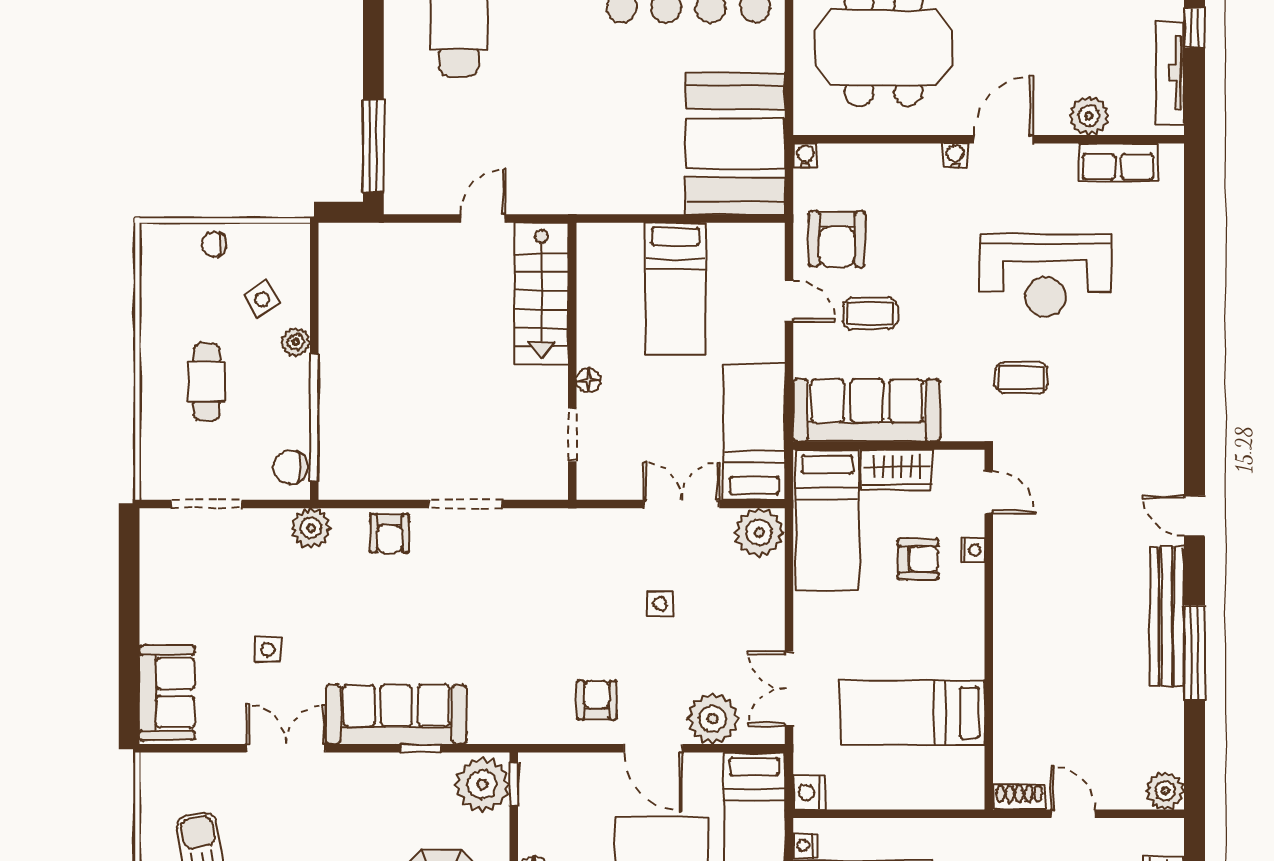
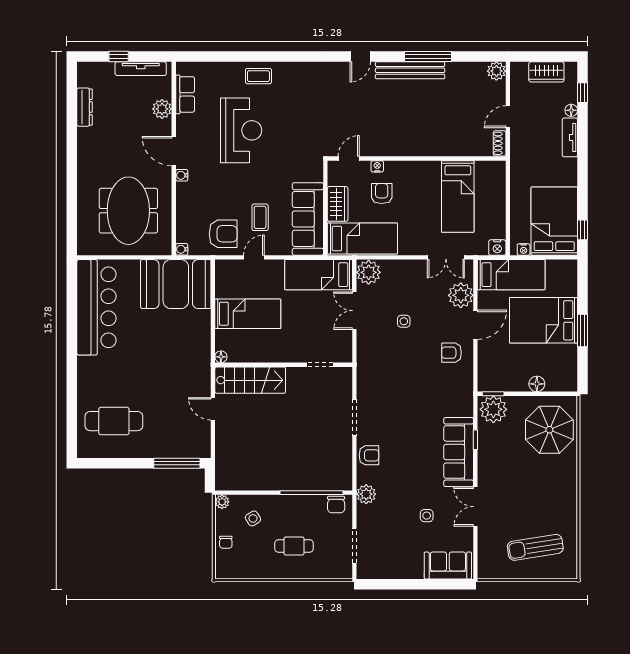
plant: (296, 342) -> (222, 502), moved
coffee table: (1021, 377) -> (258, 76), moved, turned 90
floor lamp: (588, 380) -> (221, 357), moved

